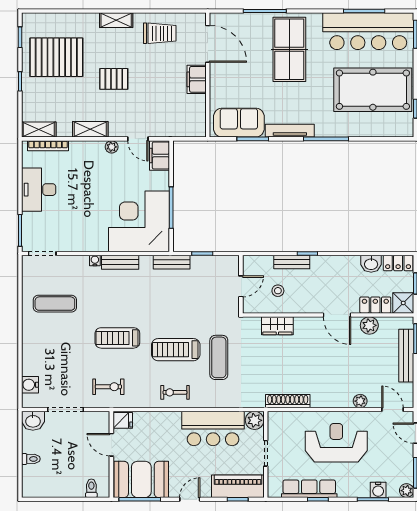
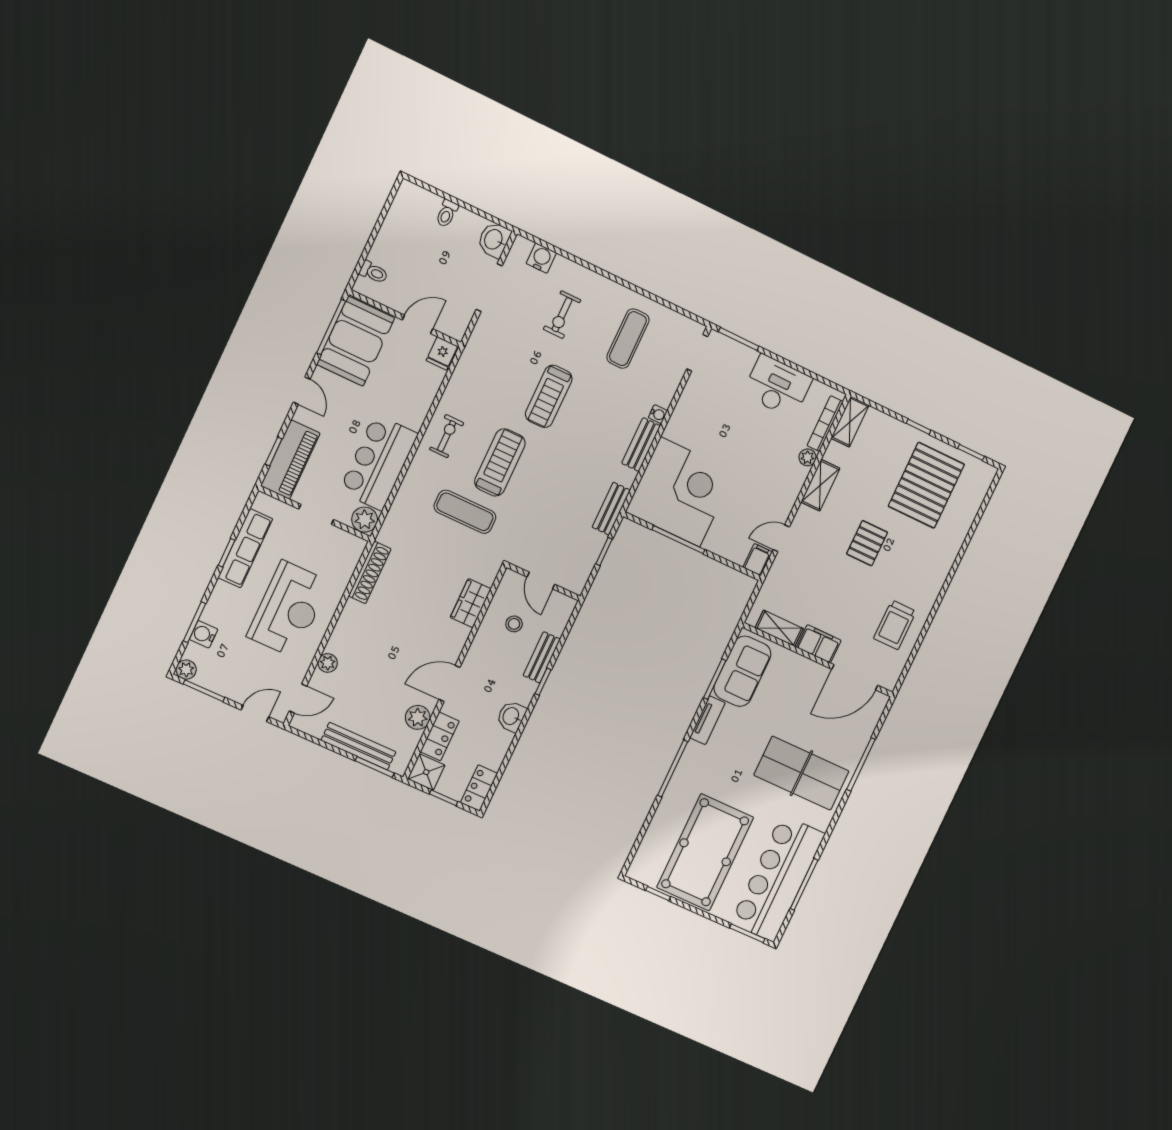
shelving: (116, 20) -> (779, 628), moved, turned 90
tv unit: (290, 131) -> (707, 720), width x0.71
plant: (112, 147) -> (808, 457), moved
filing cabinet: (160, 155) -> (758, 560), width x0.50
washbasin: (371, 264) -> (511, 716), moved
treadmill: (117, 338) -> (549, 396), turned 180
exercise bike: (108, 387) -> (562, 315), moved

